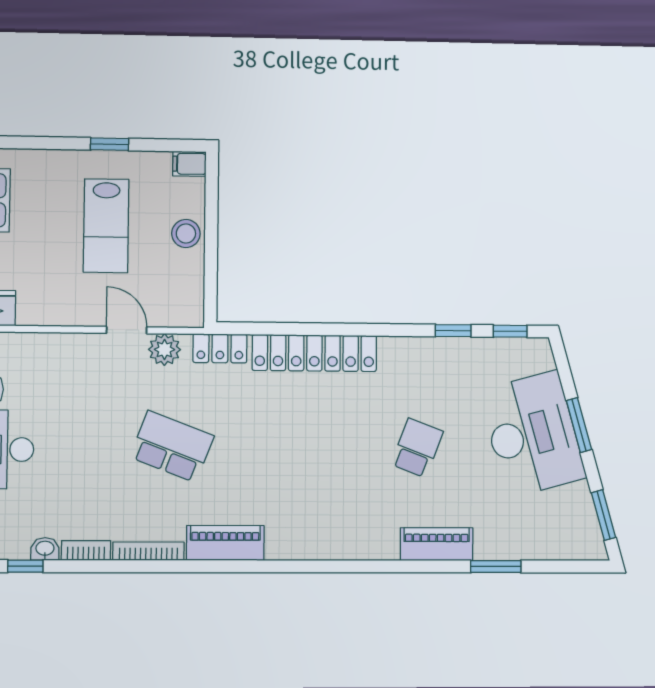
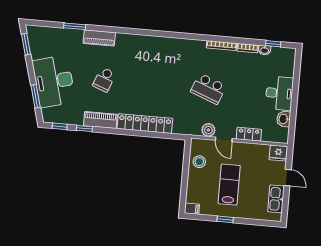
stool: (186, 234) -> (199, 162), moved
locker: (220, 348) -> (249, 134), moved
window: (579, 425) -> (36, 96), moved
piano: (225, 543) -> (100, 120), moved, turned 180

